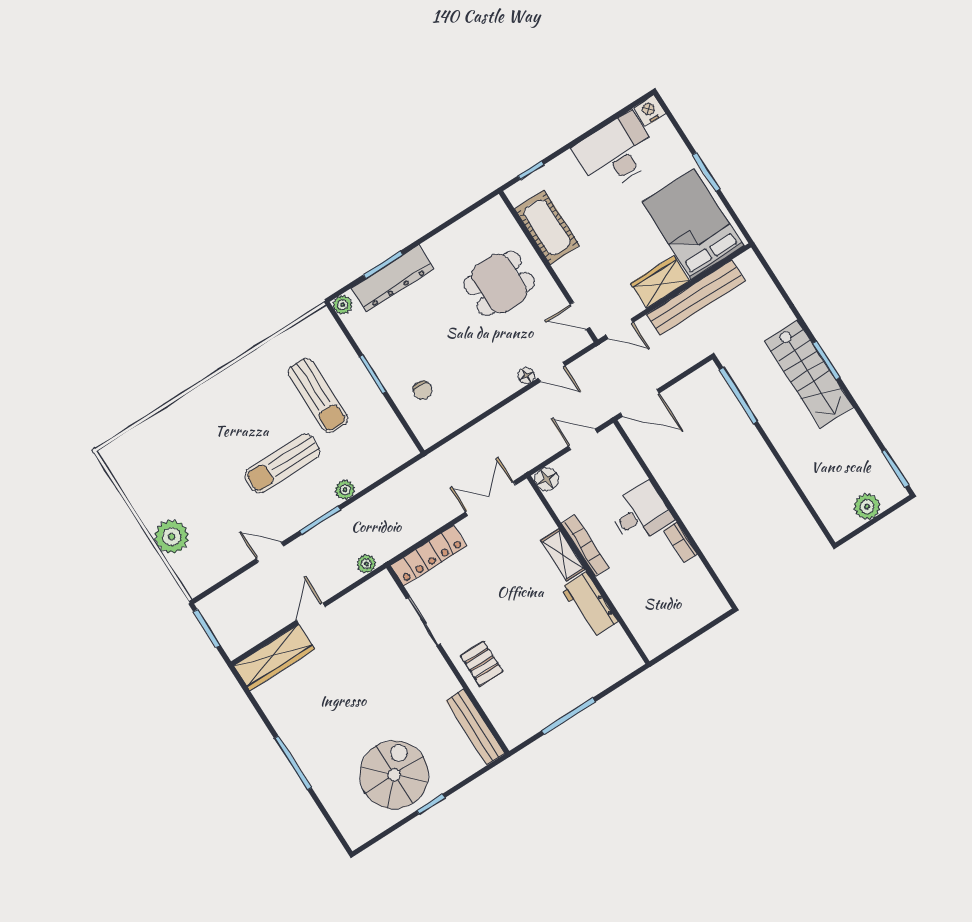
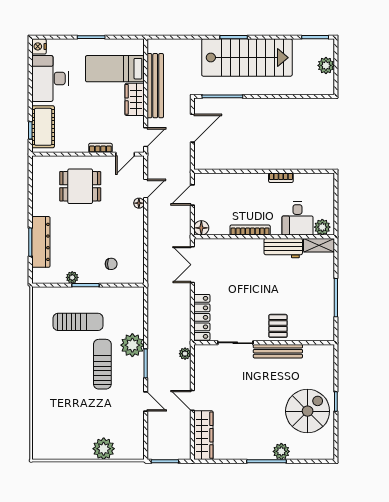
bed: (693, 224) -> (115, 69), width x0.67
cot: (547, 227) -> (43, 127), moved, turned 90
bookcase: (567, 278) -> (100, 148), added
dining table: (499, 284) -> (80, 186), turned 90
plant: (343, 305) -> (72, 277), moved
stairs: (809, 374) -> (247, 58), width x1.36, depth x1.51
door: (640, 403) -> (192, 128), moved
sun lounger: (282, 463) -> (102, 364), turned 180
plant: (345, 490) -> (132, 345), width x1.88, depth x1.88
desk: (640, 514) -> (297, 219), moved, turned 180
door: (270, 552) -> (146, 401), swing flipped
shelving: (563, 555) -> (319, 245), moved
plant: (650, 639) -> (322, 227), added
pallet: (482, 664) -> (278, 326), turned 90
bench: (475, 727) -> (278, 351), moved
plant: (318, 774) -> (281, 451), added
spiral stairs: (394, 775) -> (308, 411), turned 90

